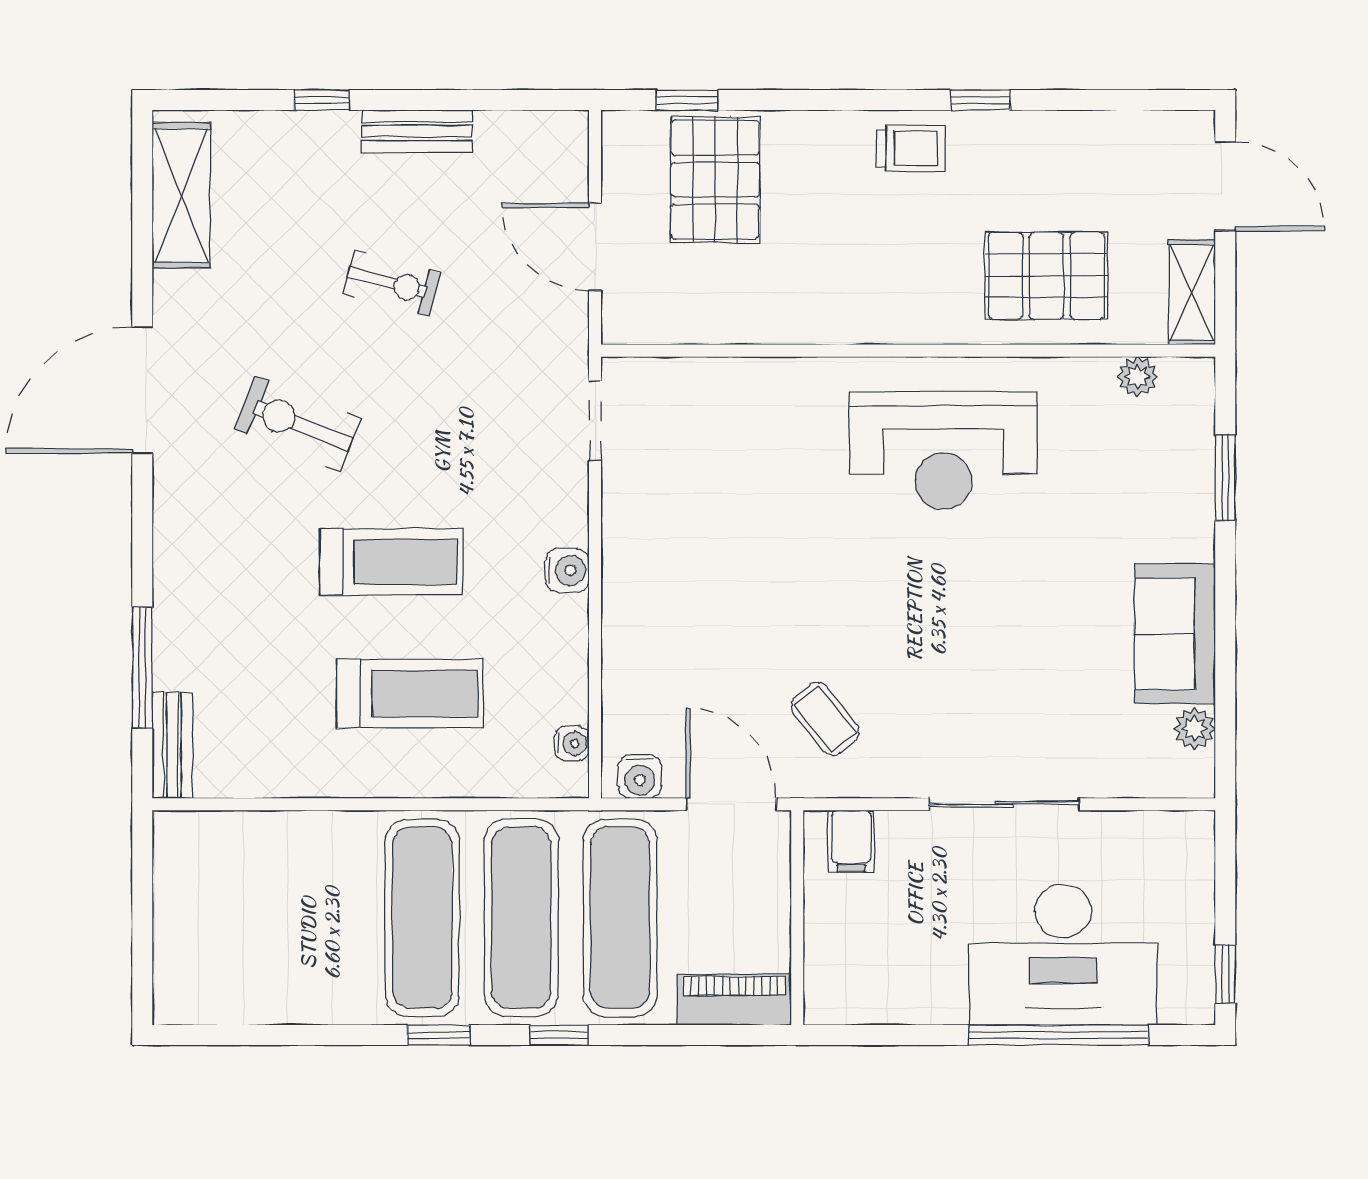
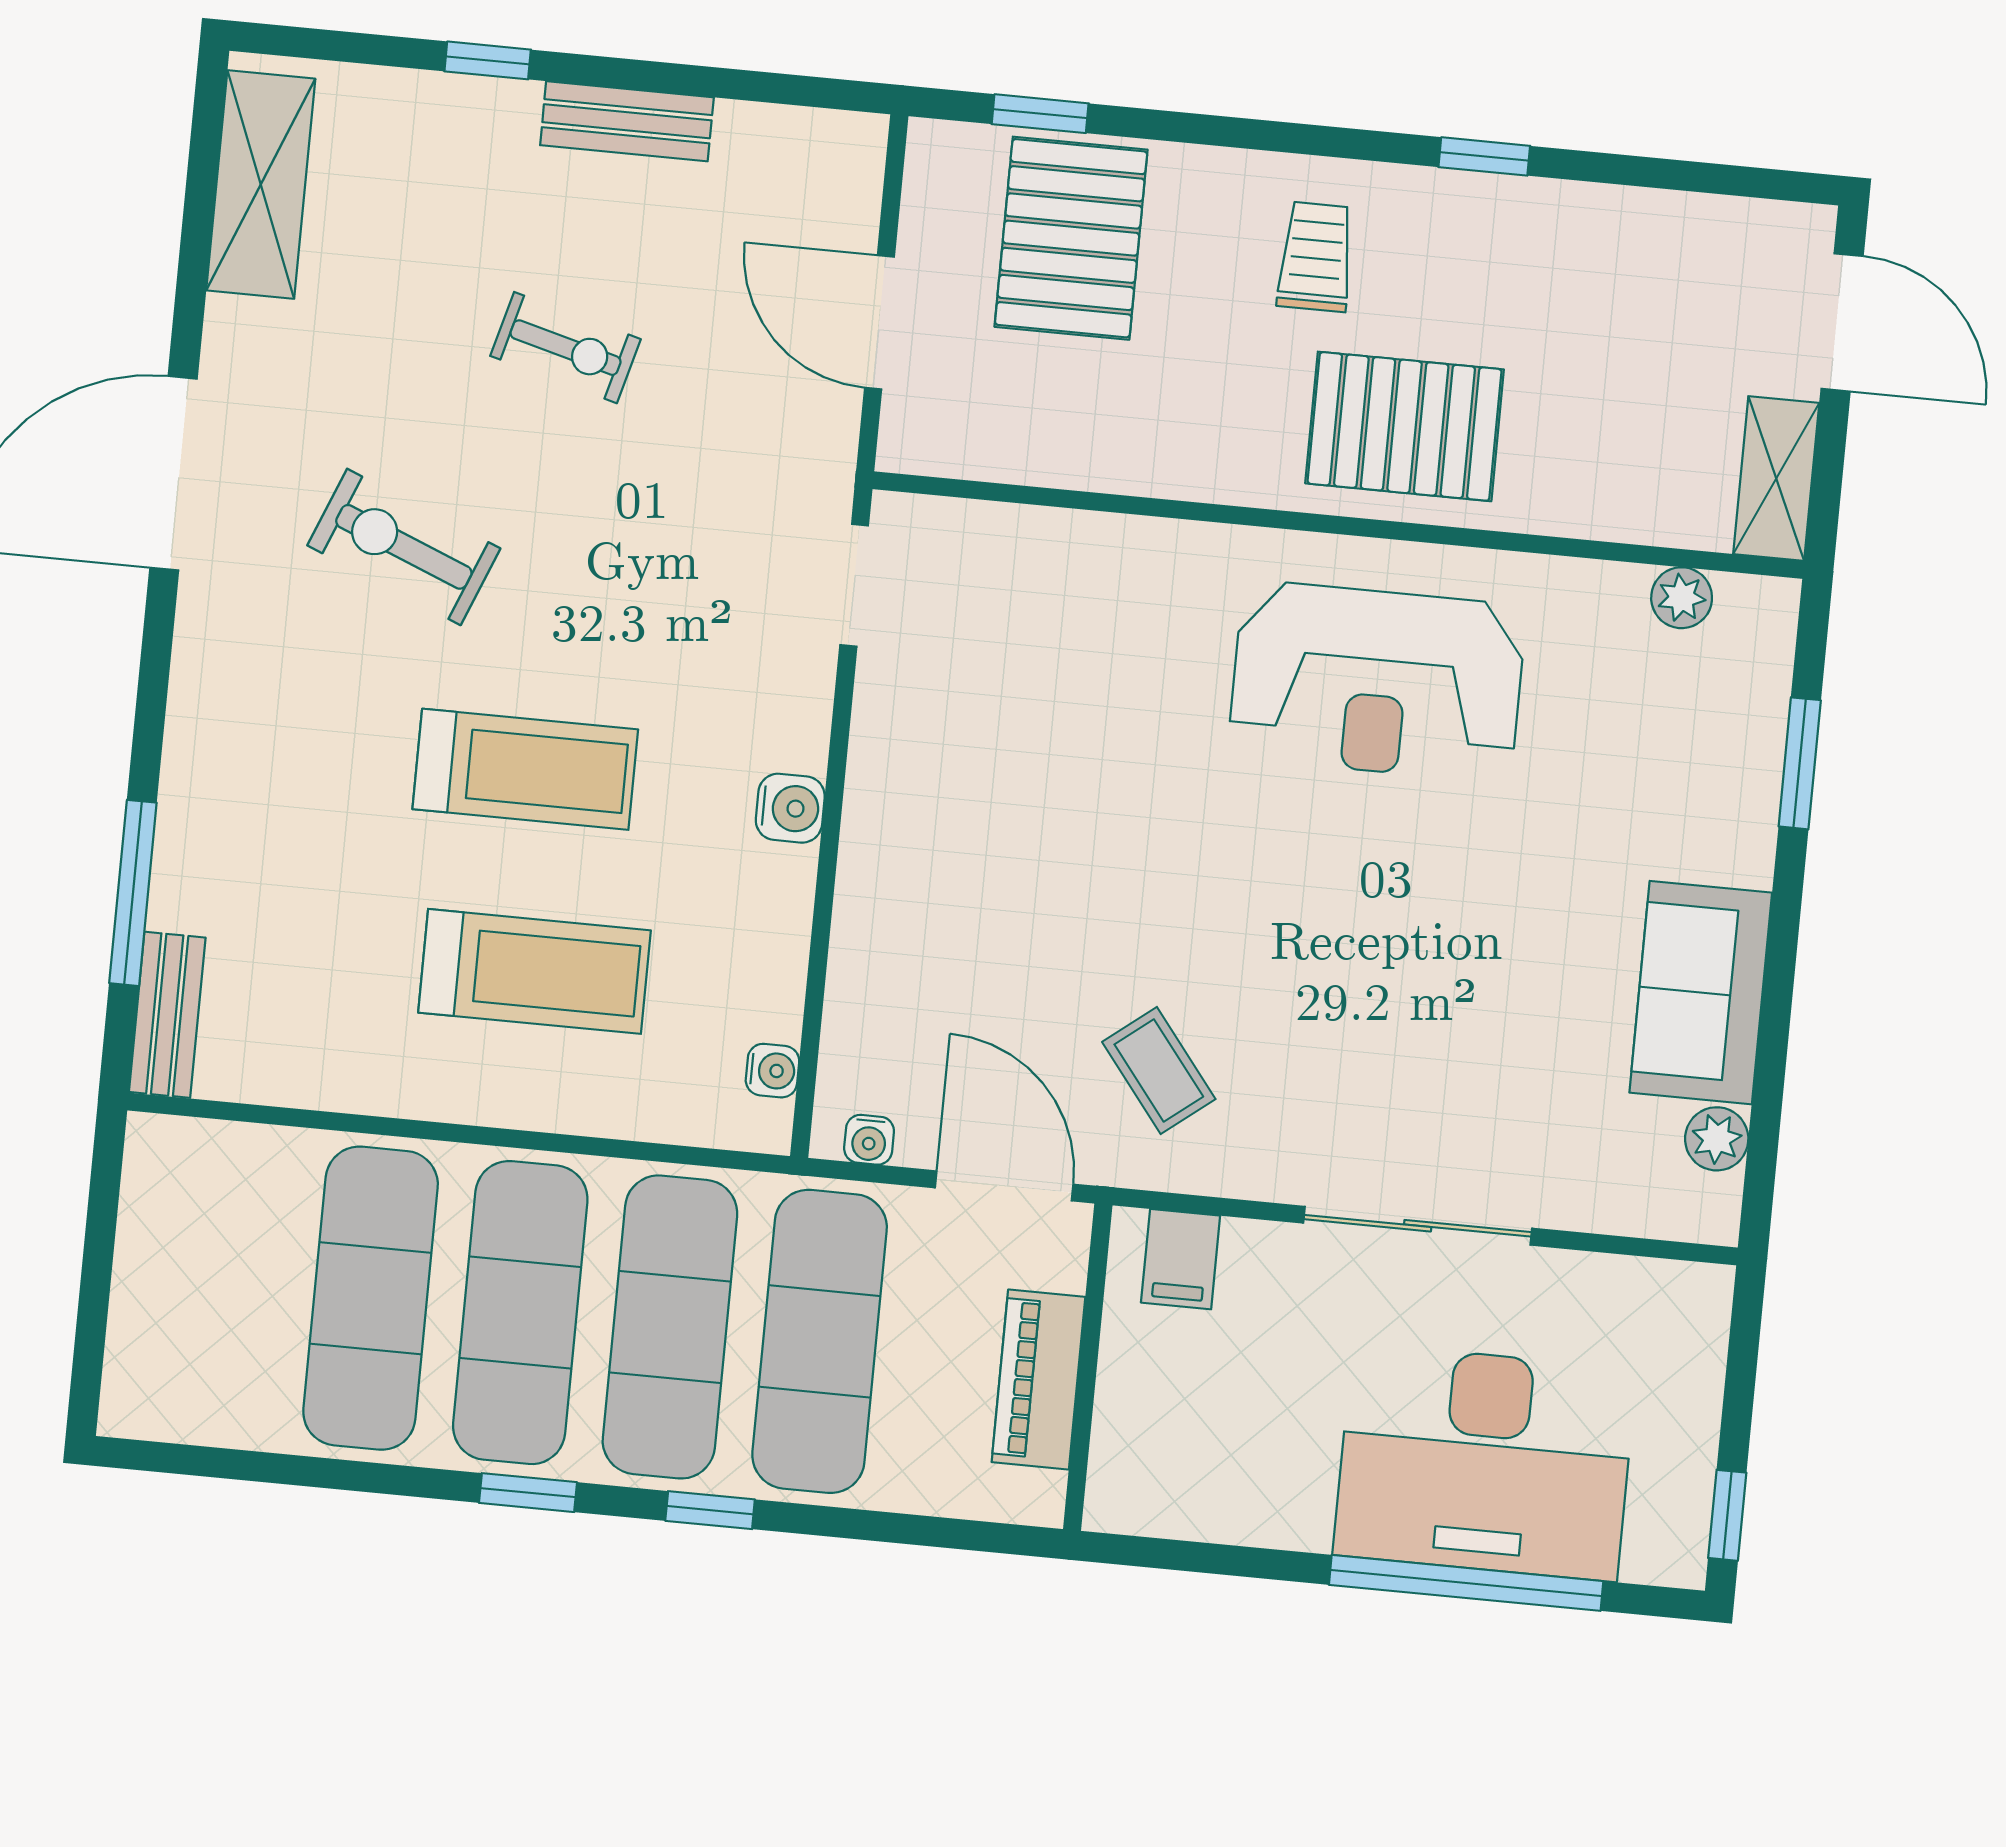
trolley: (911, 148) -> (1316, 257), moved, turned -90
pallet: (1046, 276) -> (1405, 426), moved
water cooler: (640, 777) -> (869, 1140), width x0.72, depth x0.72
exercise mat: (323, 918) -> (371, 1298), added
piano: (734, 1000) -> (1038, 1379), moved, turned -90

